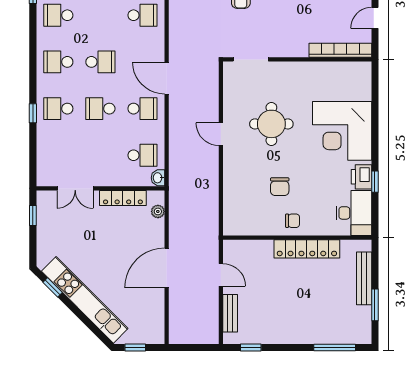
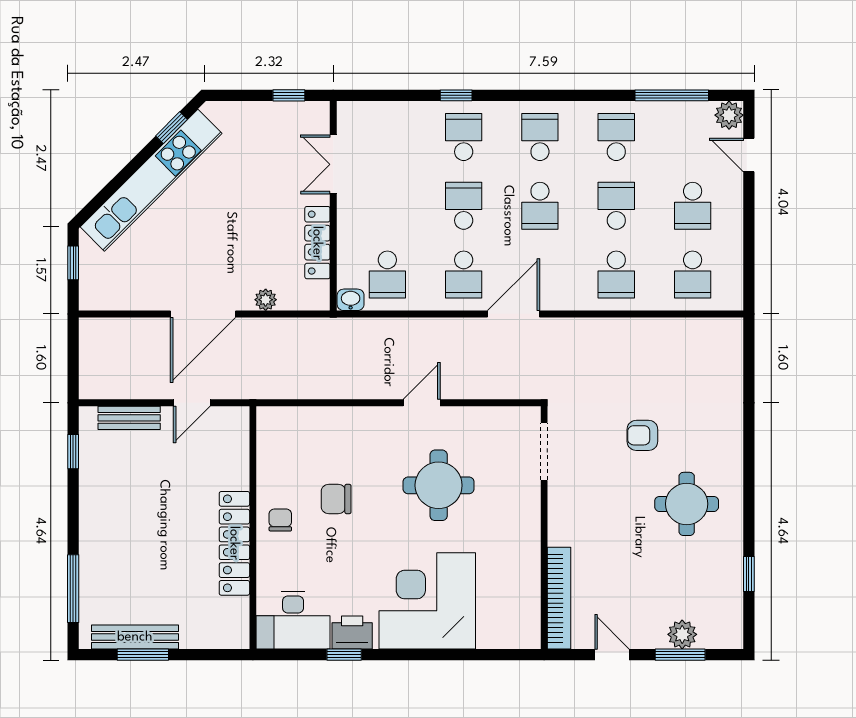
school desk: (100, 15) -> (616, 206), added
plant: (158, 211) -> (266, 300), moved
chair: (293, 221) -> (280, 520), turned 180
door: (167, 268) -> (203, 314), swing flipped
bench: (364, 278) -> (135, 637), moved

